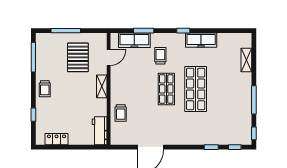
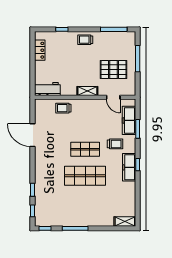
freezer: (201, 40) -> (129, 167), moved
shelving: (246, 60) -> (125, 221), moved

